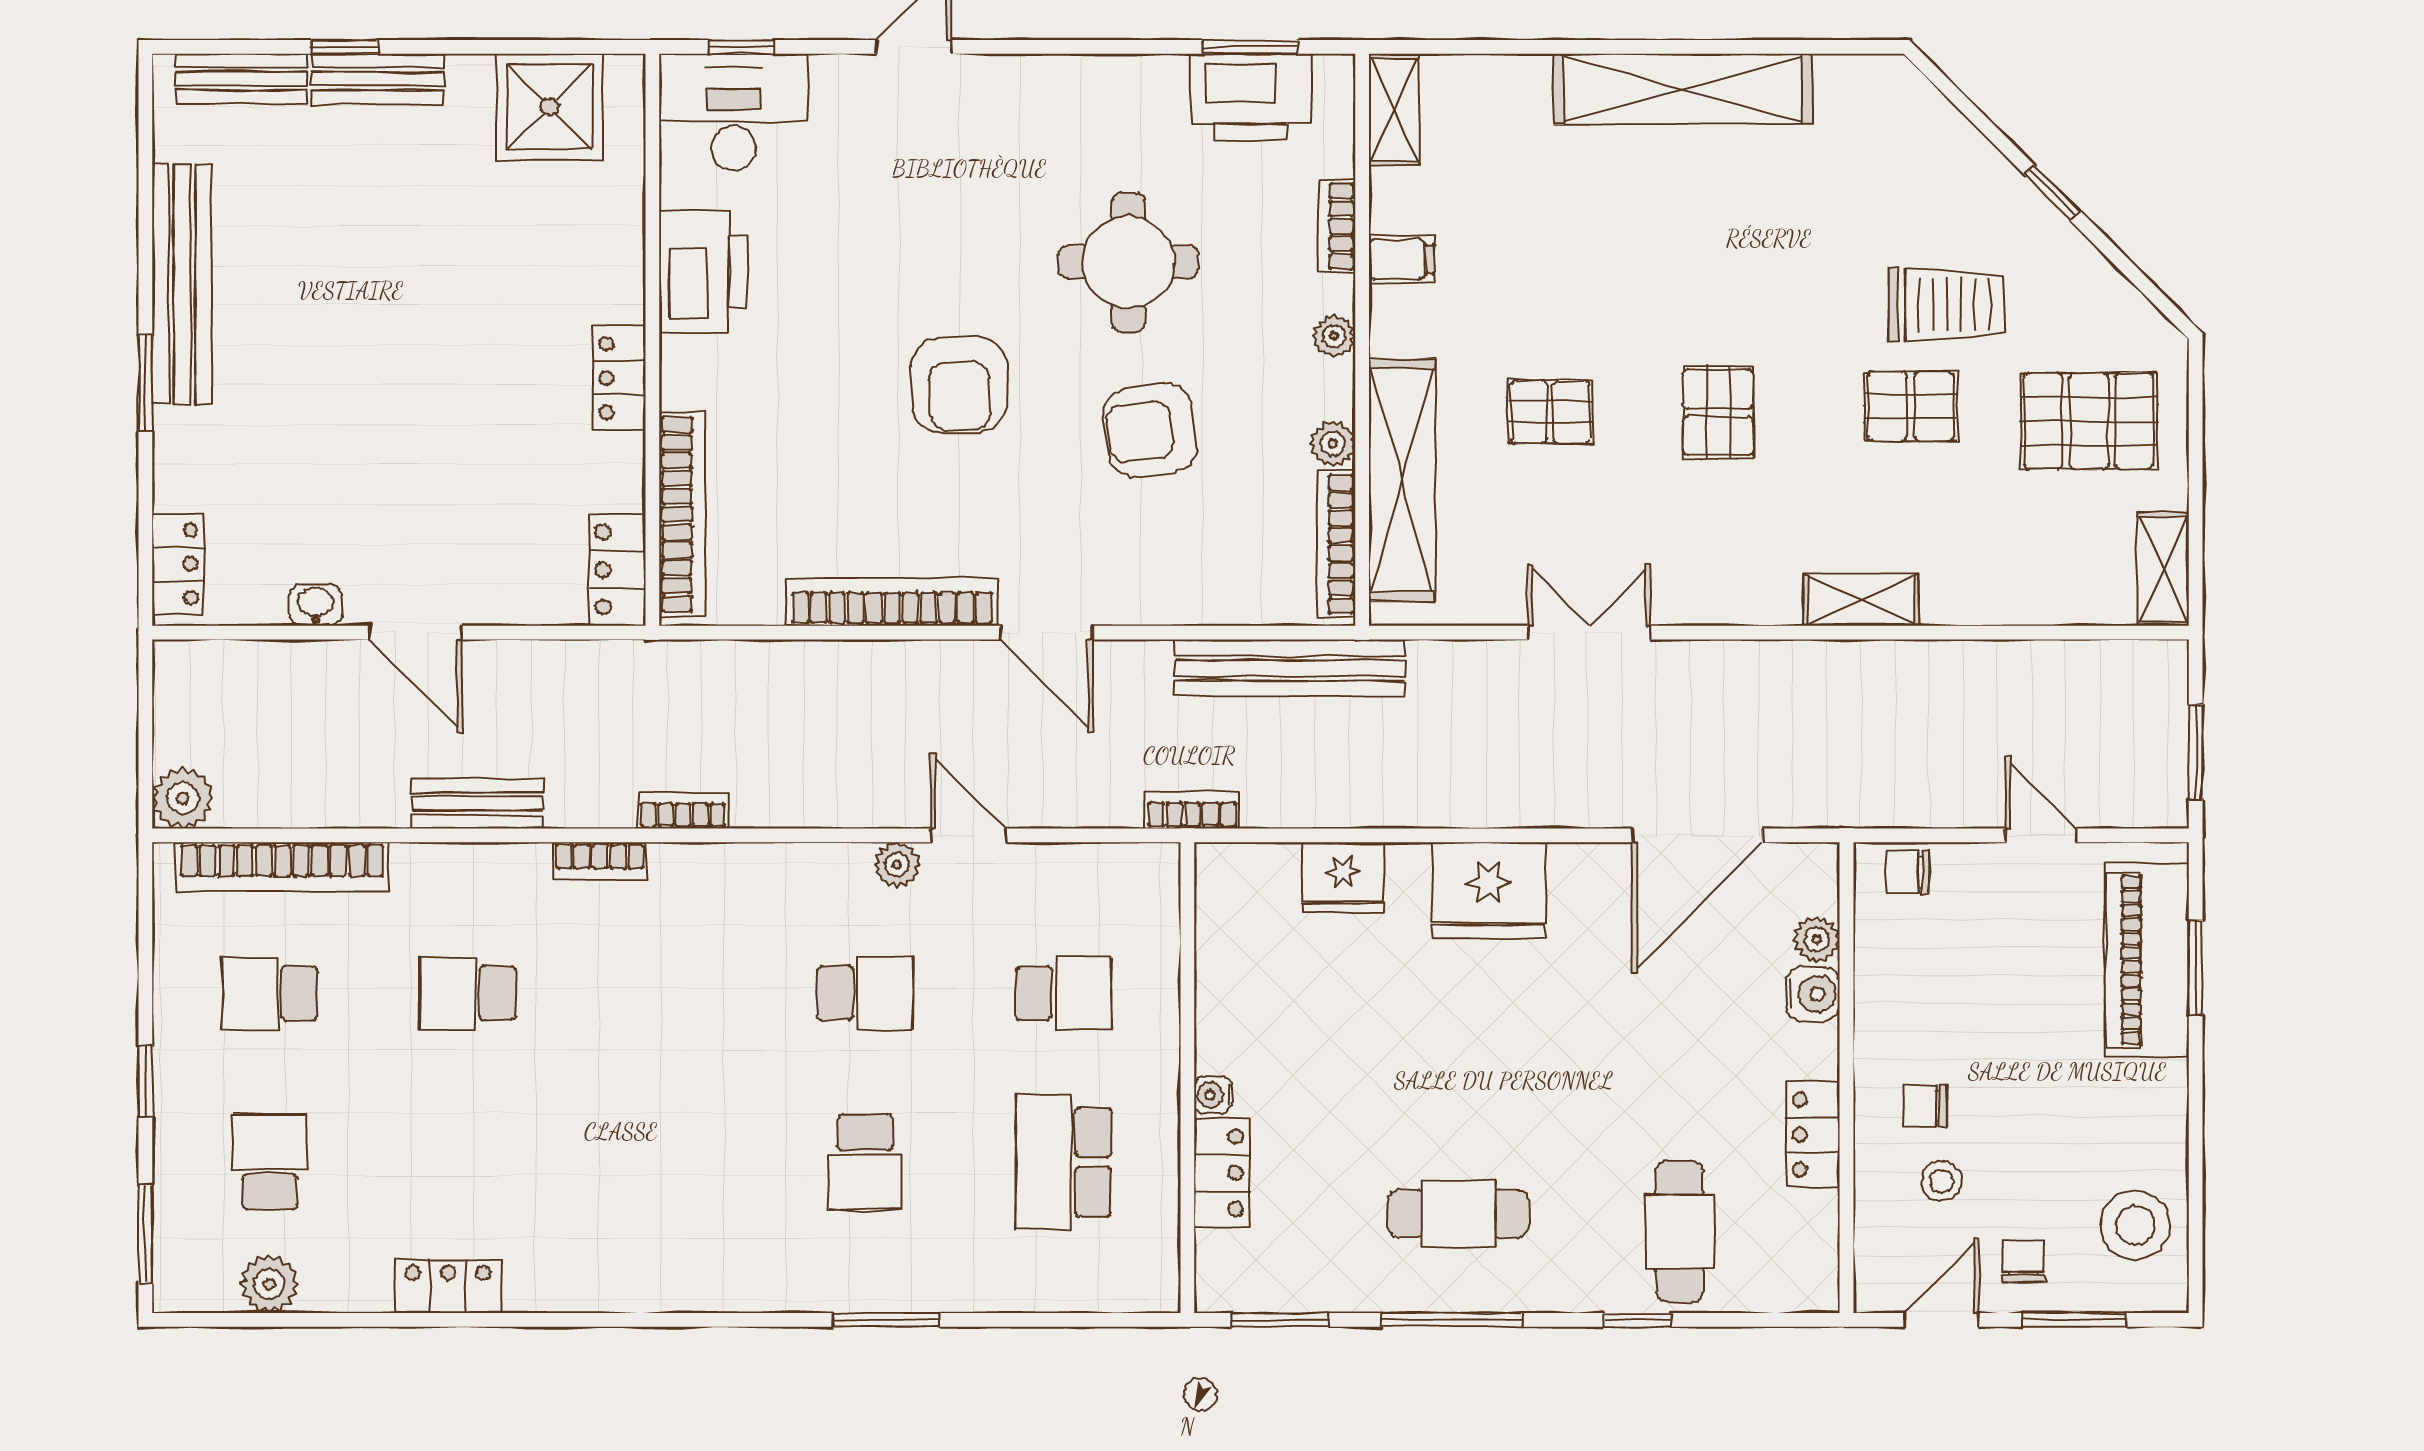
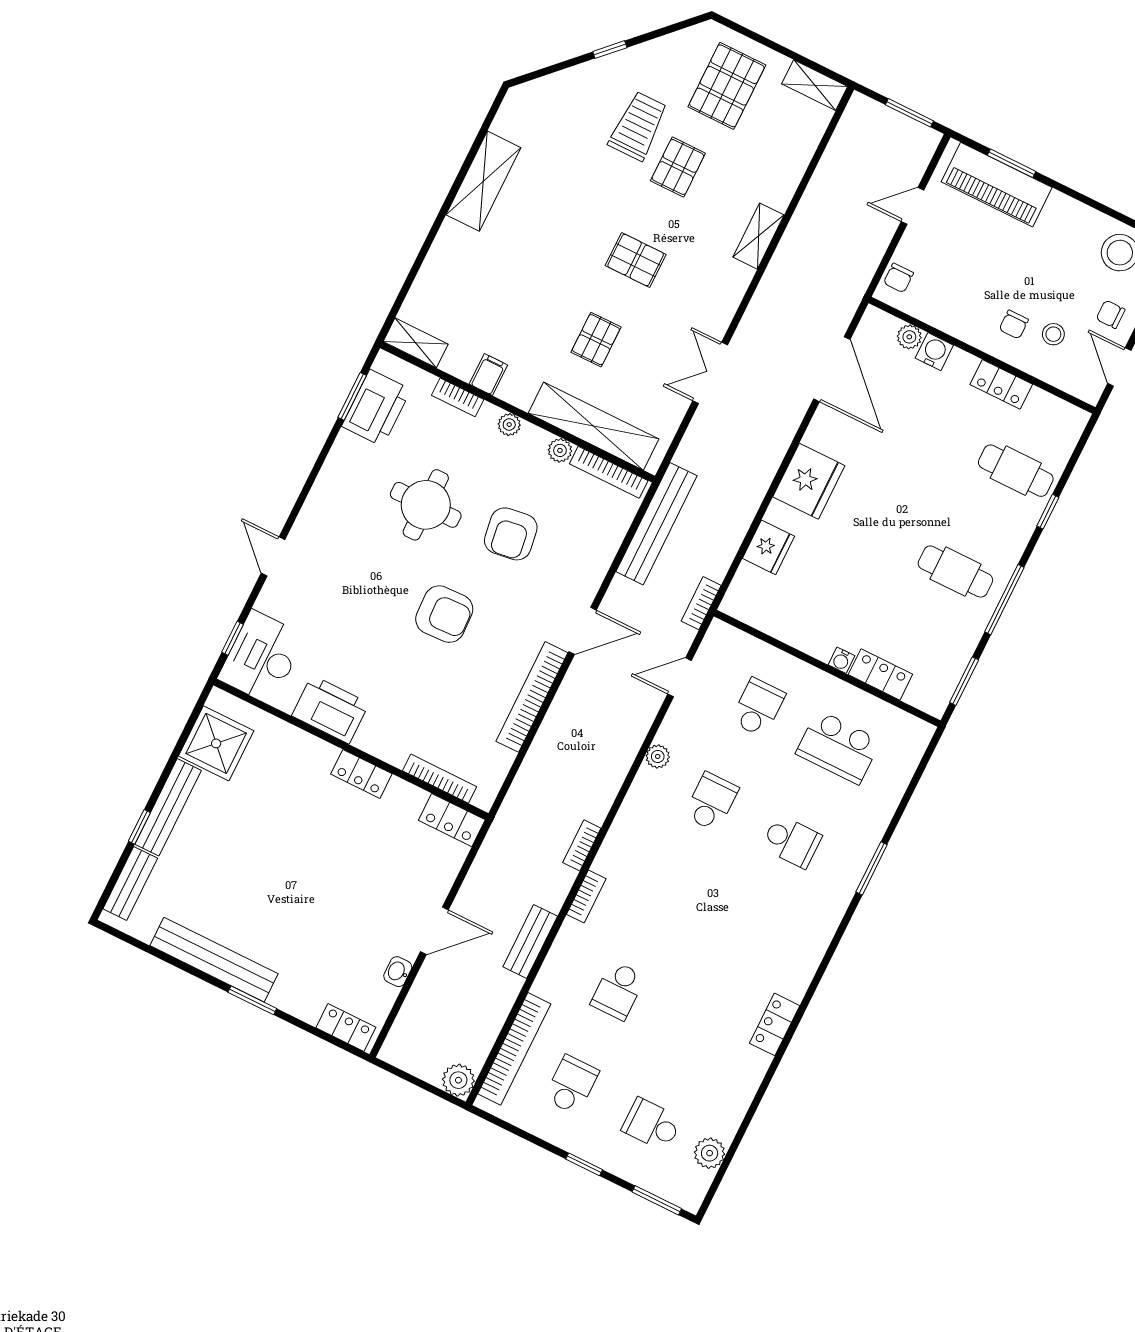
bench: (377, 79) -> (168, 807), width x1.36
shelving: (1683, 89) -> (483, 181), width x0.68
bookcase: (682, 514) -> (440, 779), width x0.68, depth x0.76
door: (969, 835) -> (680, 677), moved
school desk: (269, 993) -> (571, 1085), turned 180
cafe table: (1458, 1214) -> (955, 572), turned 90
locker: (448, 1286) -> (775, 1024), moved

